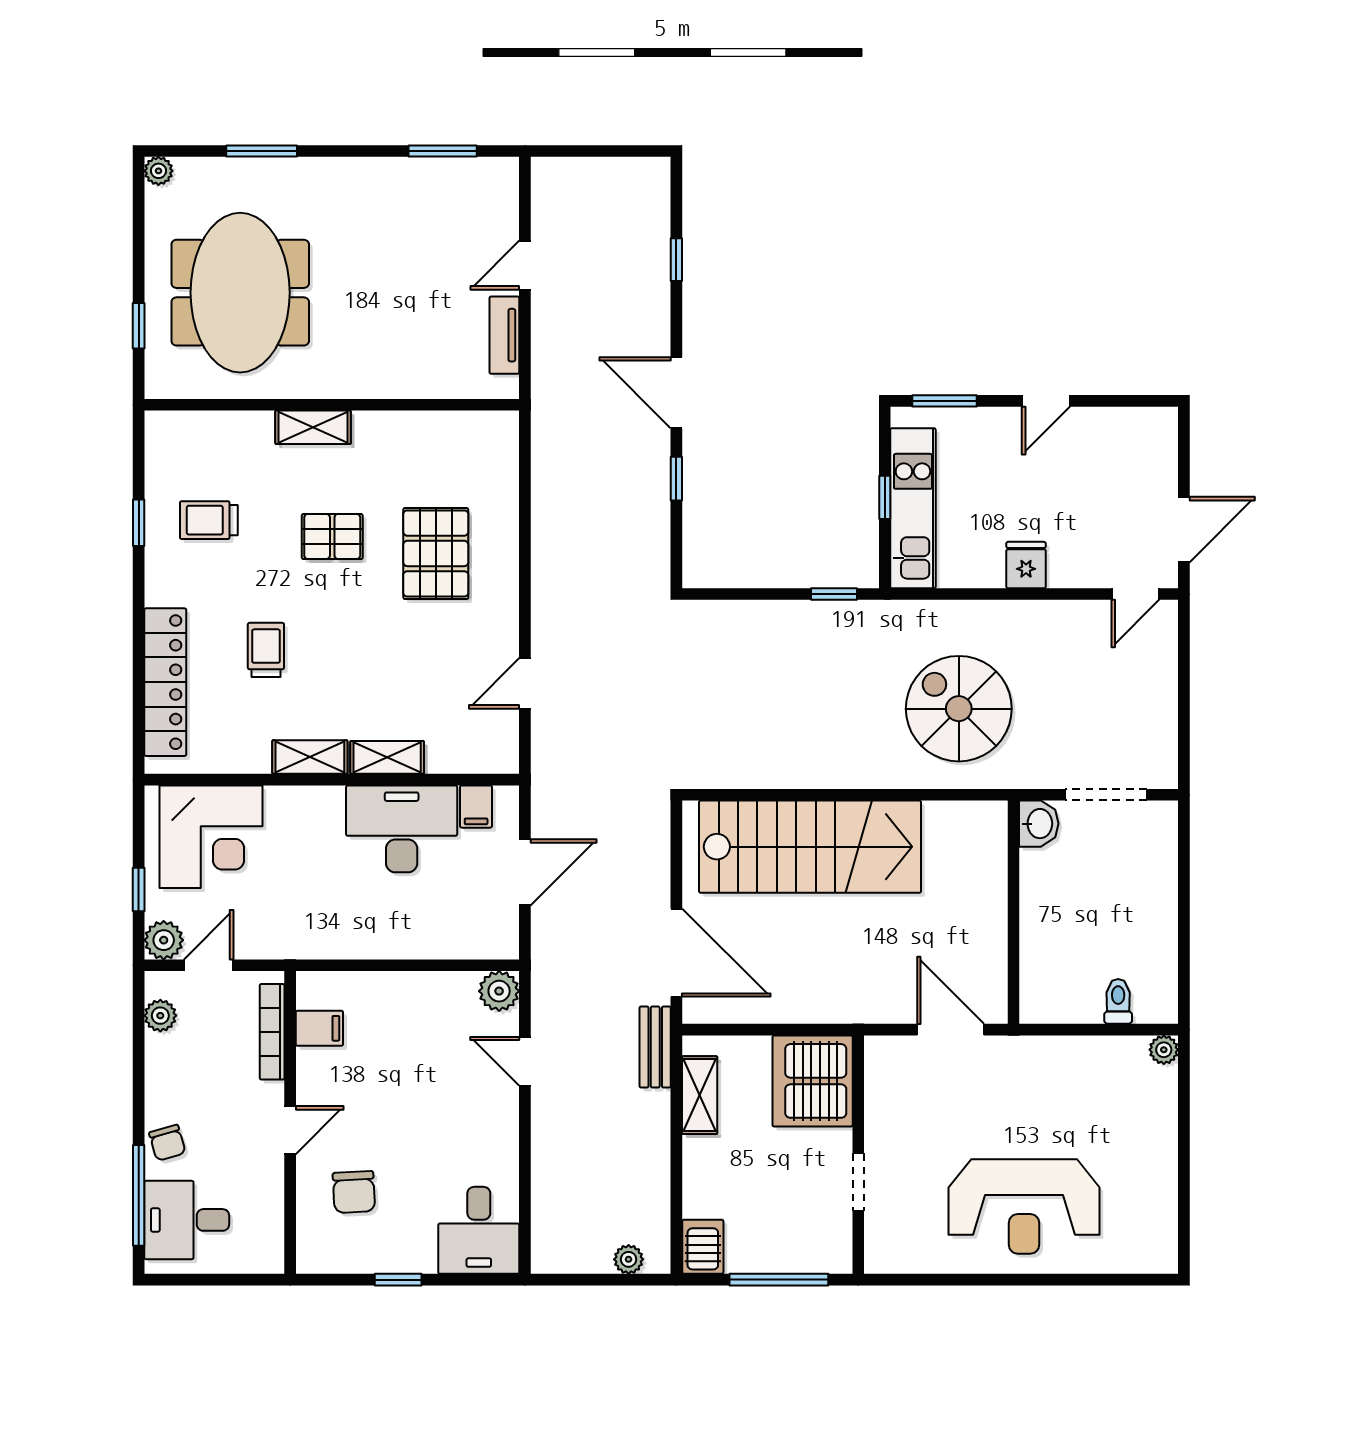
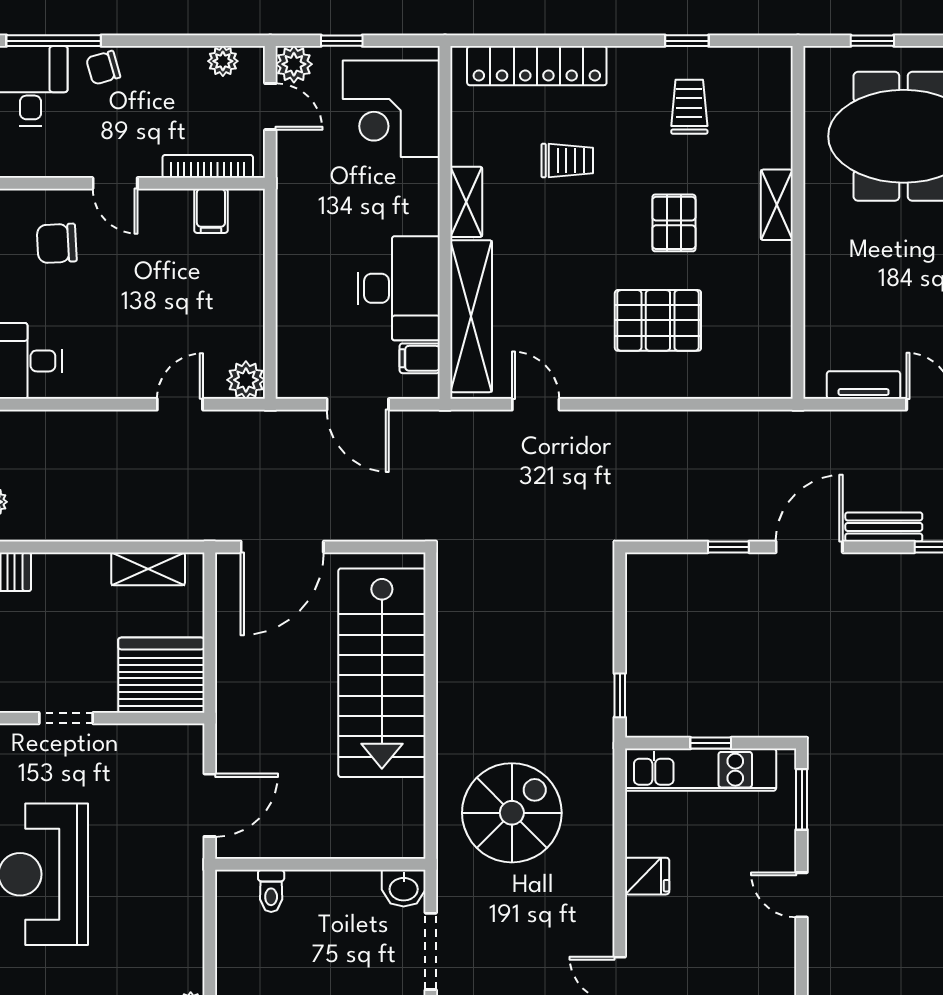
shelving: (387, 757) -> (471, 316), width x2.20, depth x1.33
toilet: (1118, 1001) -> (271, 891), moved, turned 90
bench: (655, 1047) -> (884, 527), moved

